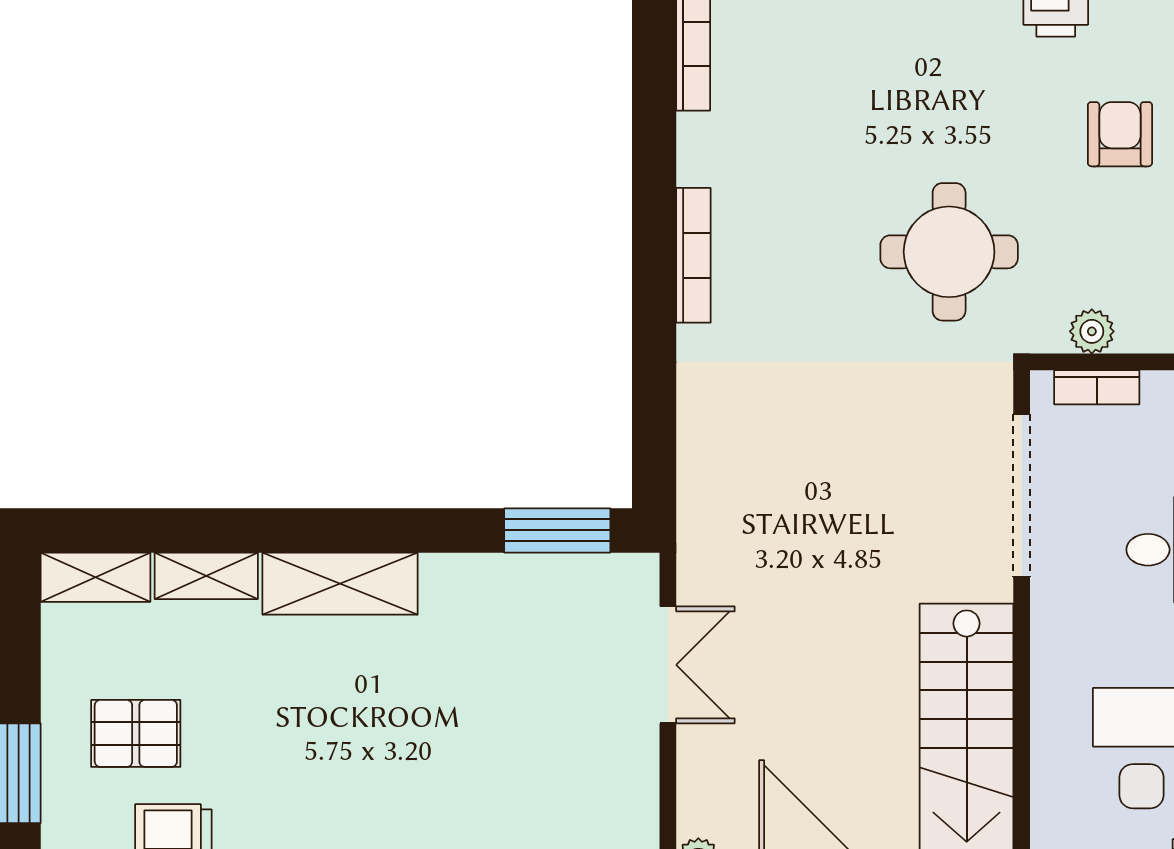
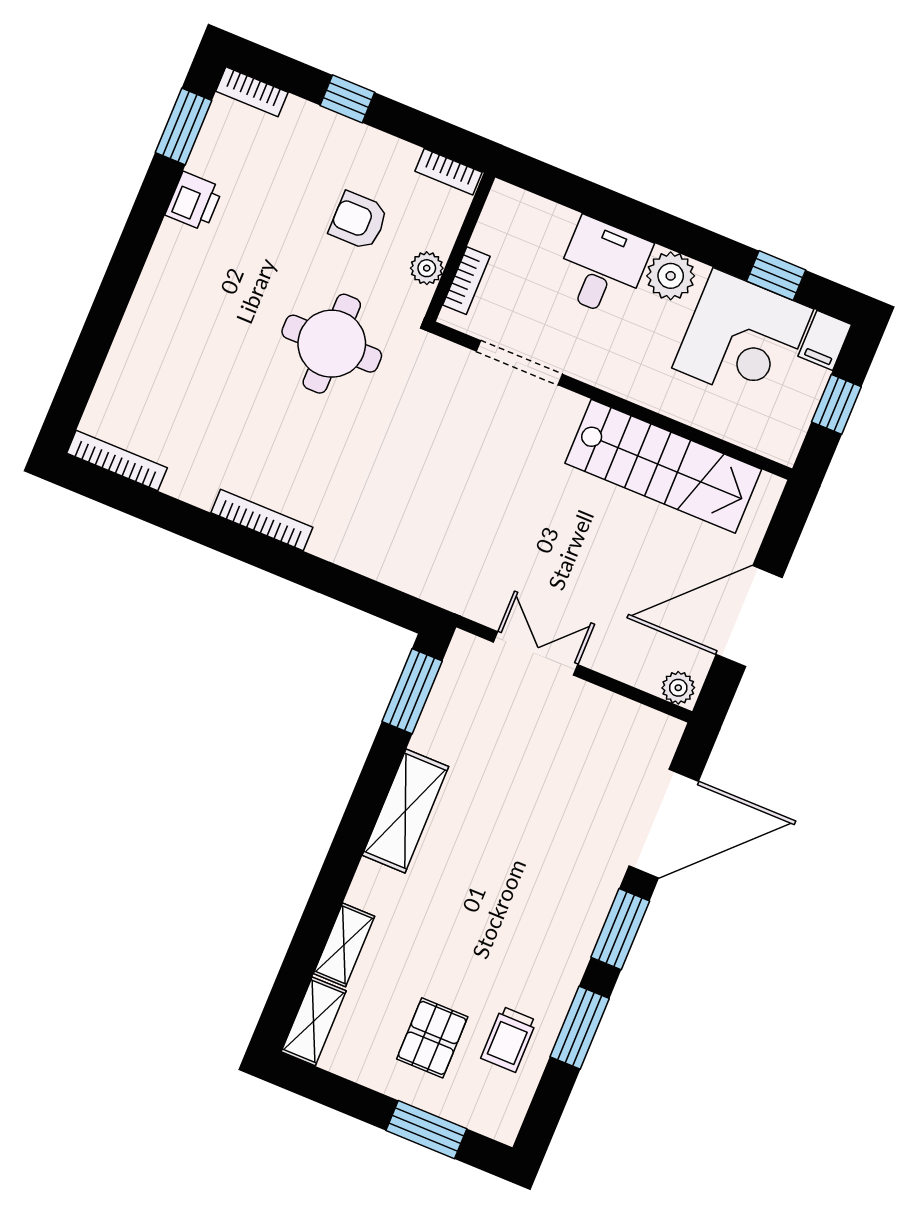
armchair: (1120, 134) -> (359, 221), moved
doorway: (1022, 495) -> (519, 363), width x0.73
shelving: (340, 584) -> (405, 811), moved

